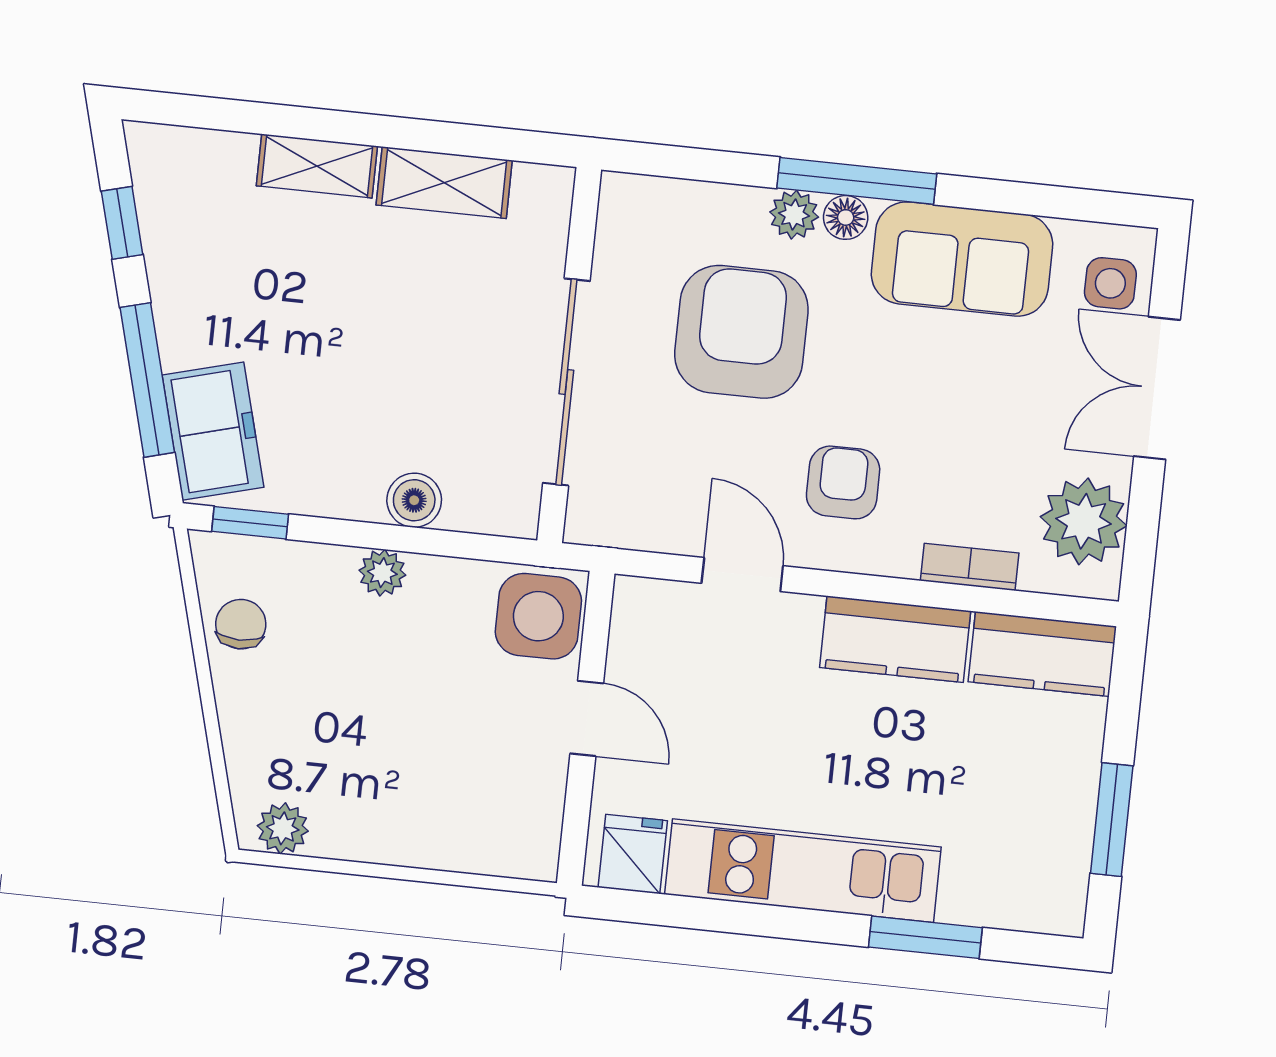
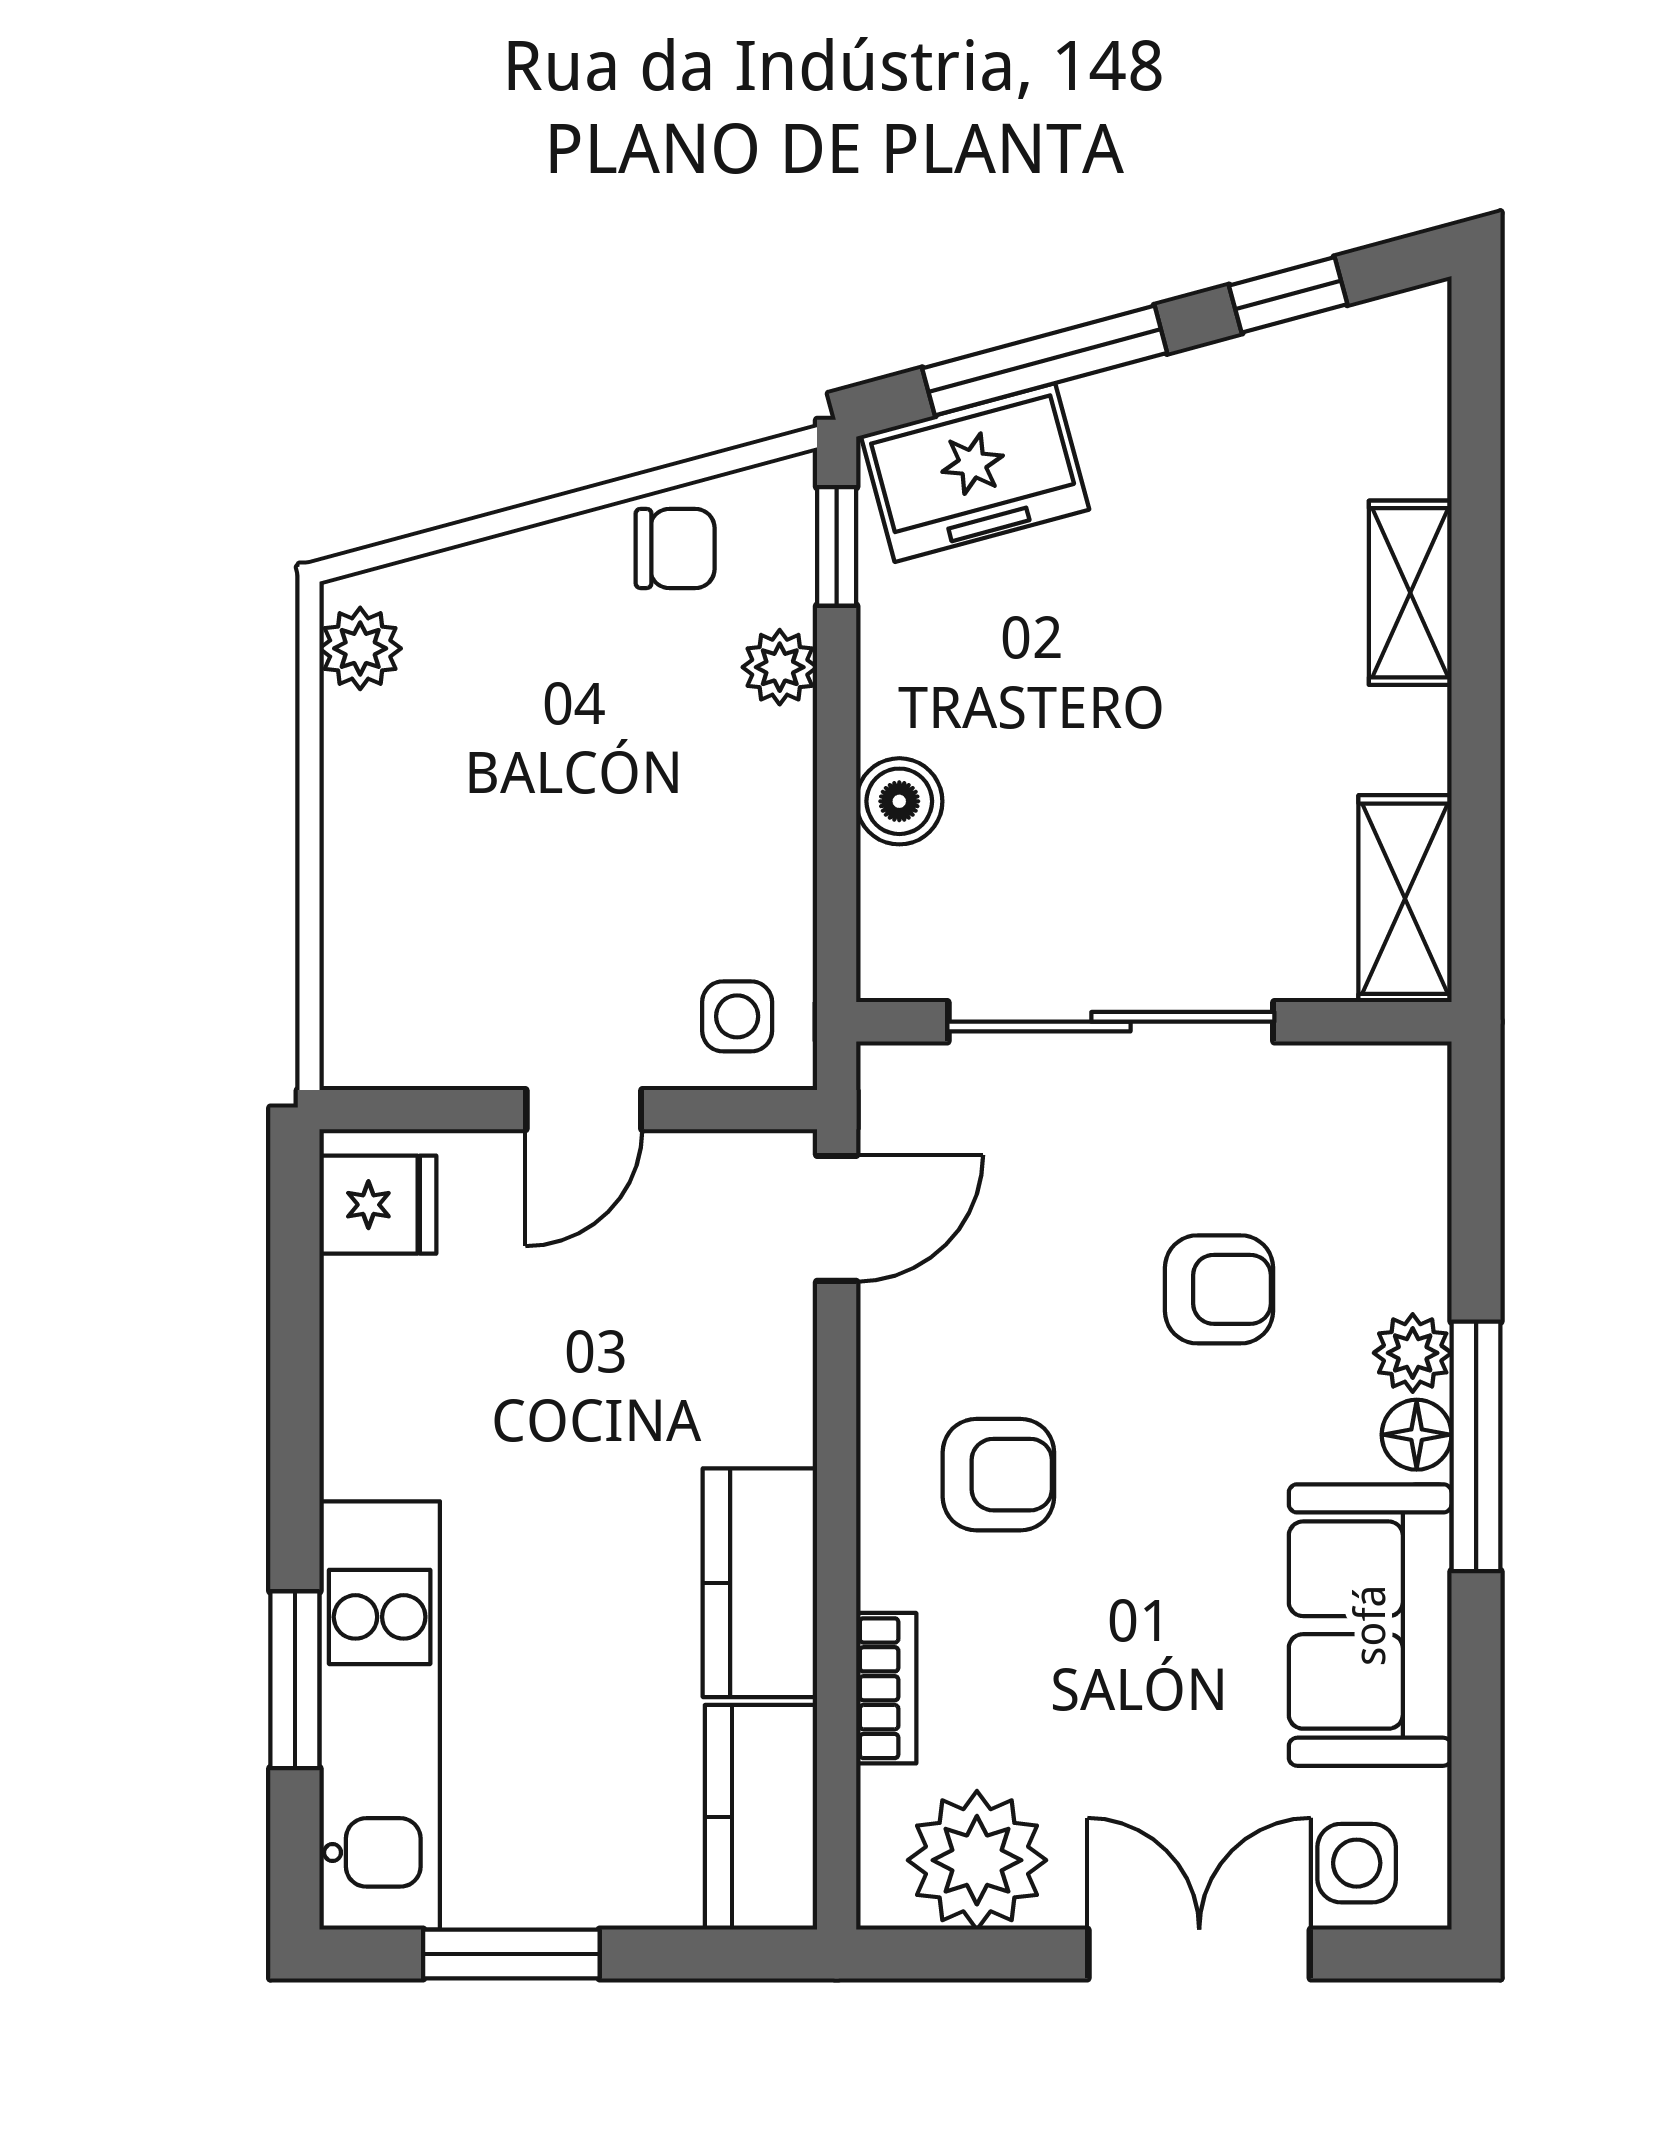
shelving: (444, 183) -> (1405, 899), moved
armchair: (741, 332) -> (1219, 1289), width x0.53, depth x0.53
plant: (382, 573) -> (780, 667), moved
door: (742, 574) -> (837, 1218), moved
side table: (538, 616) -> (737, 1016), width x0.54, depth x0.54
kitchen unit: (803, 871) -> (380, 1715), moved

